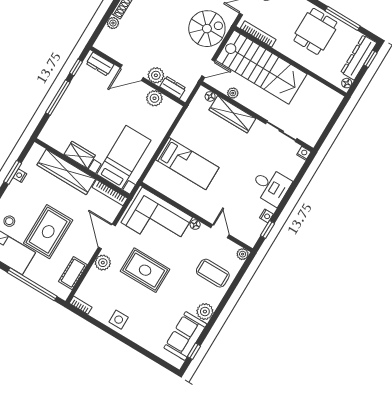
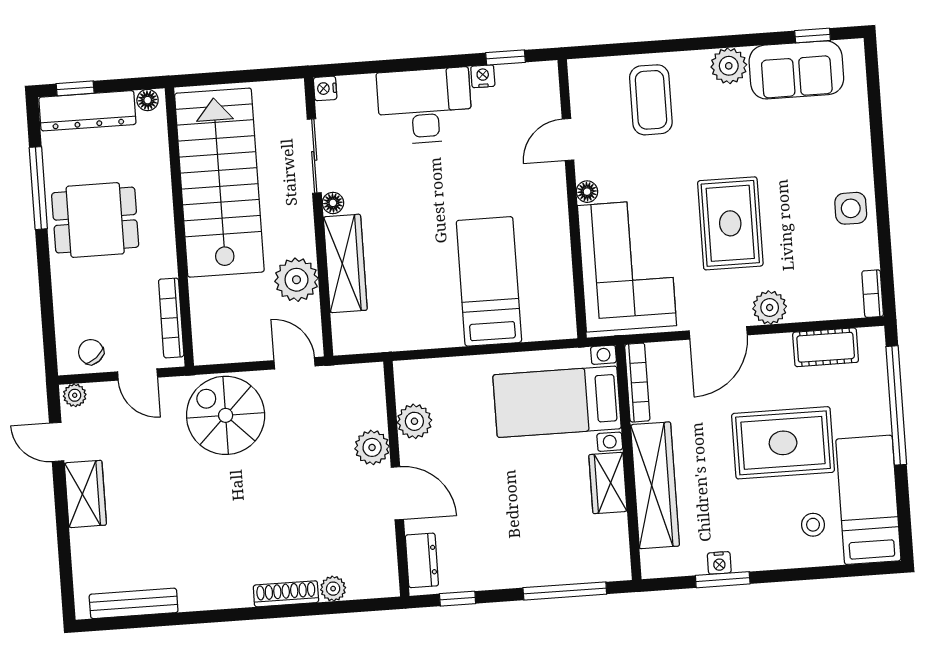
stairs: (261, 67) -> (219, 183), moved
dresser: (173, 87) -> (372, 402), removed
plant: (233, 93) -> (296, 280), width x1.88, depth x1.88
floor lamp: (210, 96) -> (333, 203), moved
window: (58, 97) -> (565, 591), moved
desk: (271, 186) -> (425, 106), width x1.37
plant: (243, 254) -> (580, 71), removed

